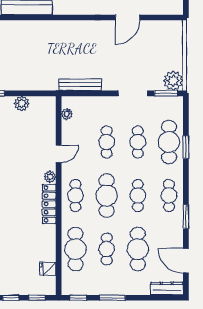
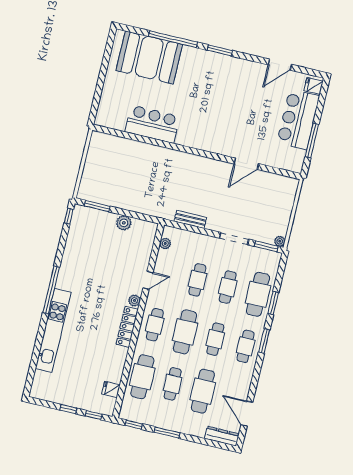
plant: (173, 81) -> (280, 241), width x0.53, depth x0.53
bench: (80, 85) -> (190, 219), width x0.73
window: (186, 217) -> (264, 341), moved

